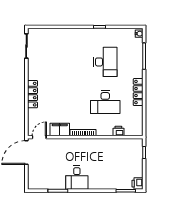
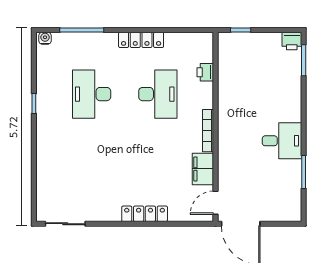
desk: (105, 62) -> (92, 94), turned -90
door: (39, 137) -> (215, 203), hinge flipped

